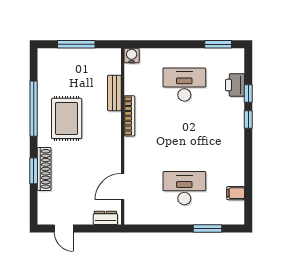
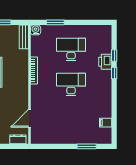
window: (218, 44) -> (55, 22), moved
printer: (235, 85) -> (105, 62), moved
bench: (114, 93) -> (24, 37), moved
desk: (184, 188) -> (71, 84), moved

